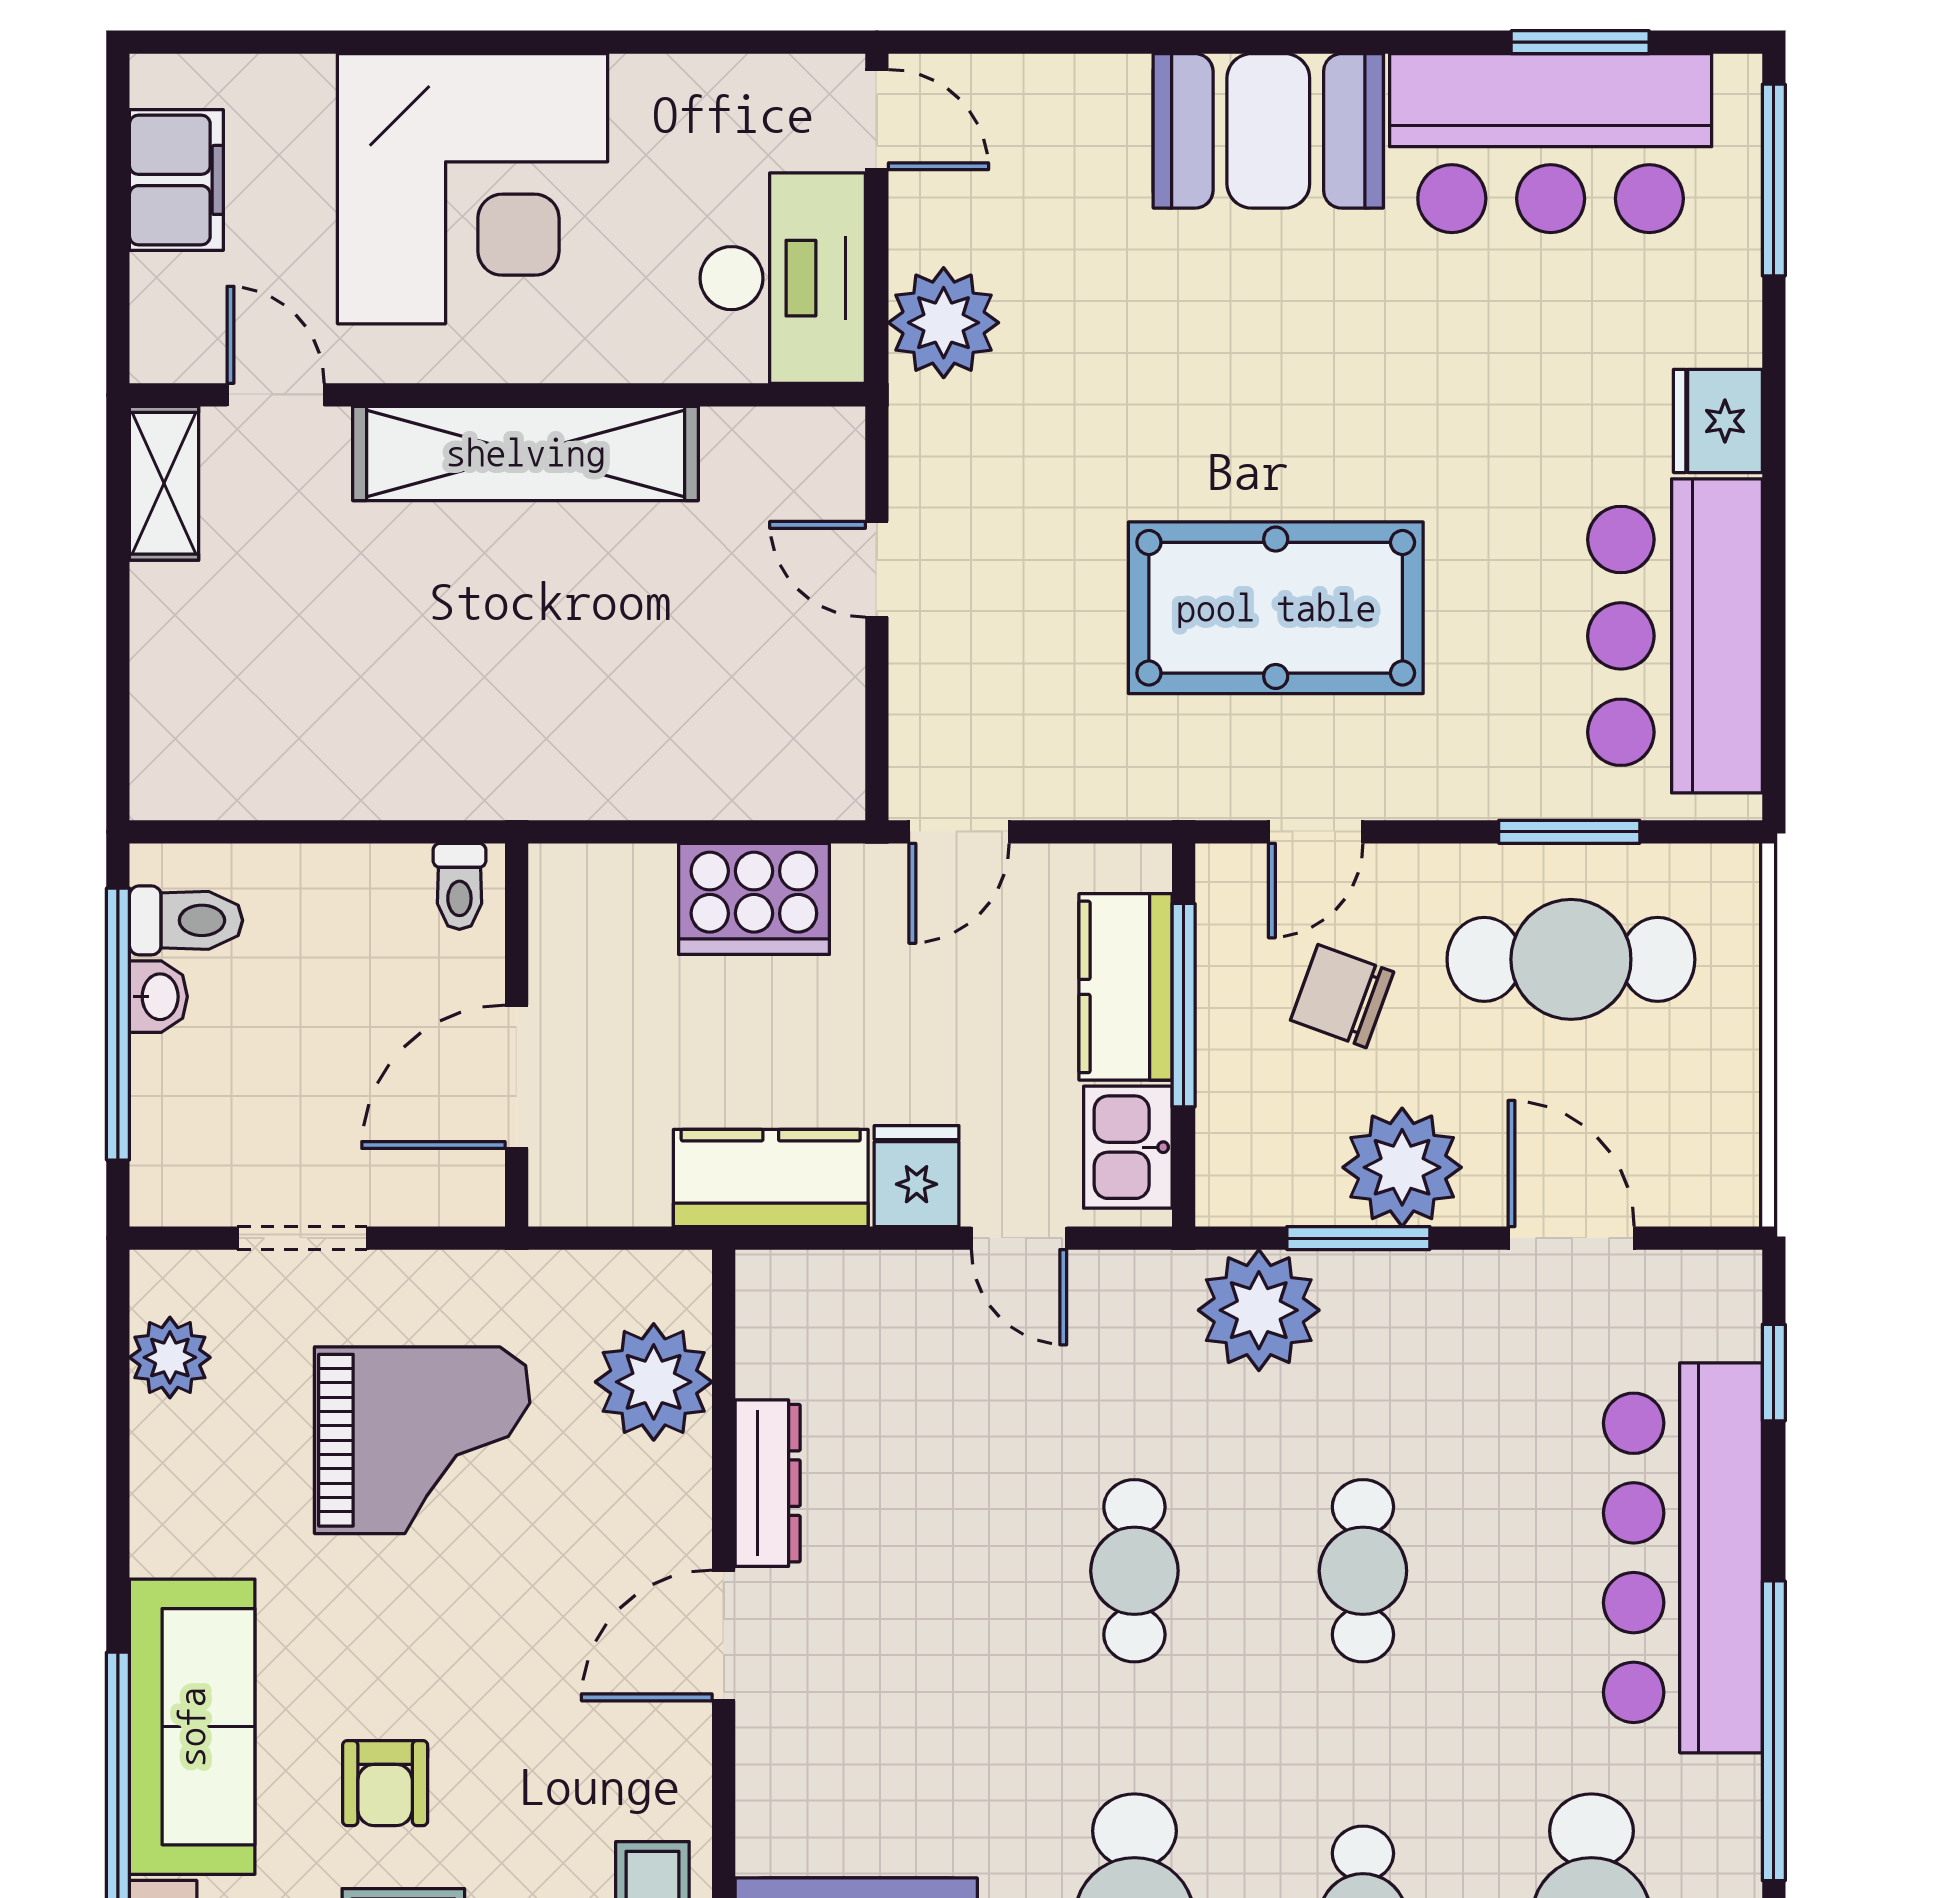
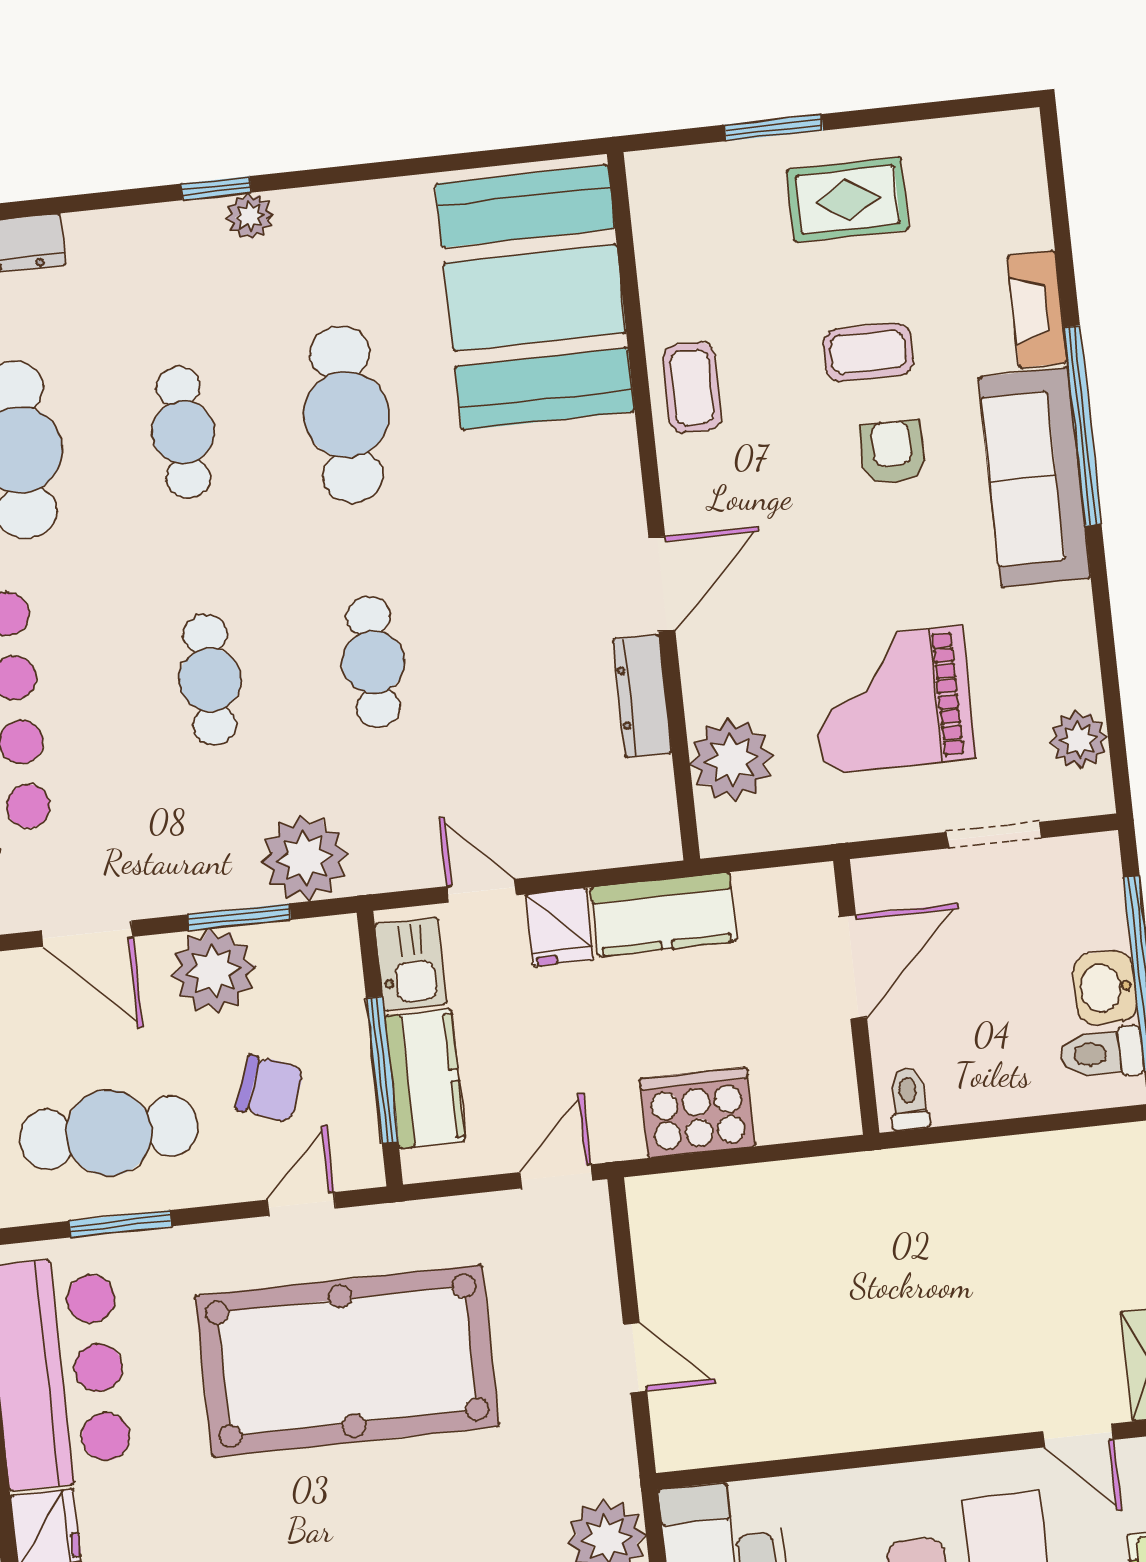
shelving: (526, 453) -> (895, 1413), removed
pool table: (1276, 608) -> (347, 1361), width x1.36, depth x1.32
washbasin: (158, 997) -> (1105, 988), width x1.38, depth x1.45

